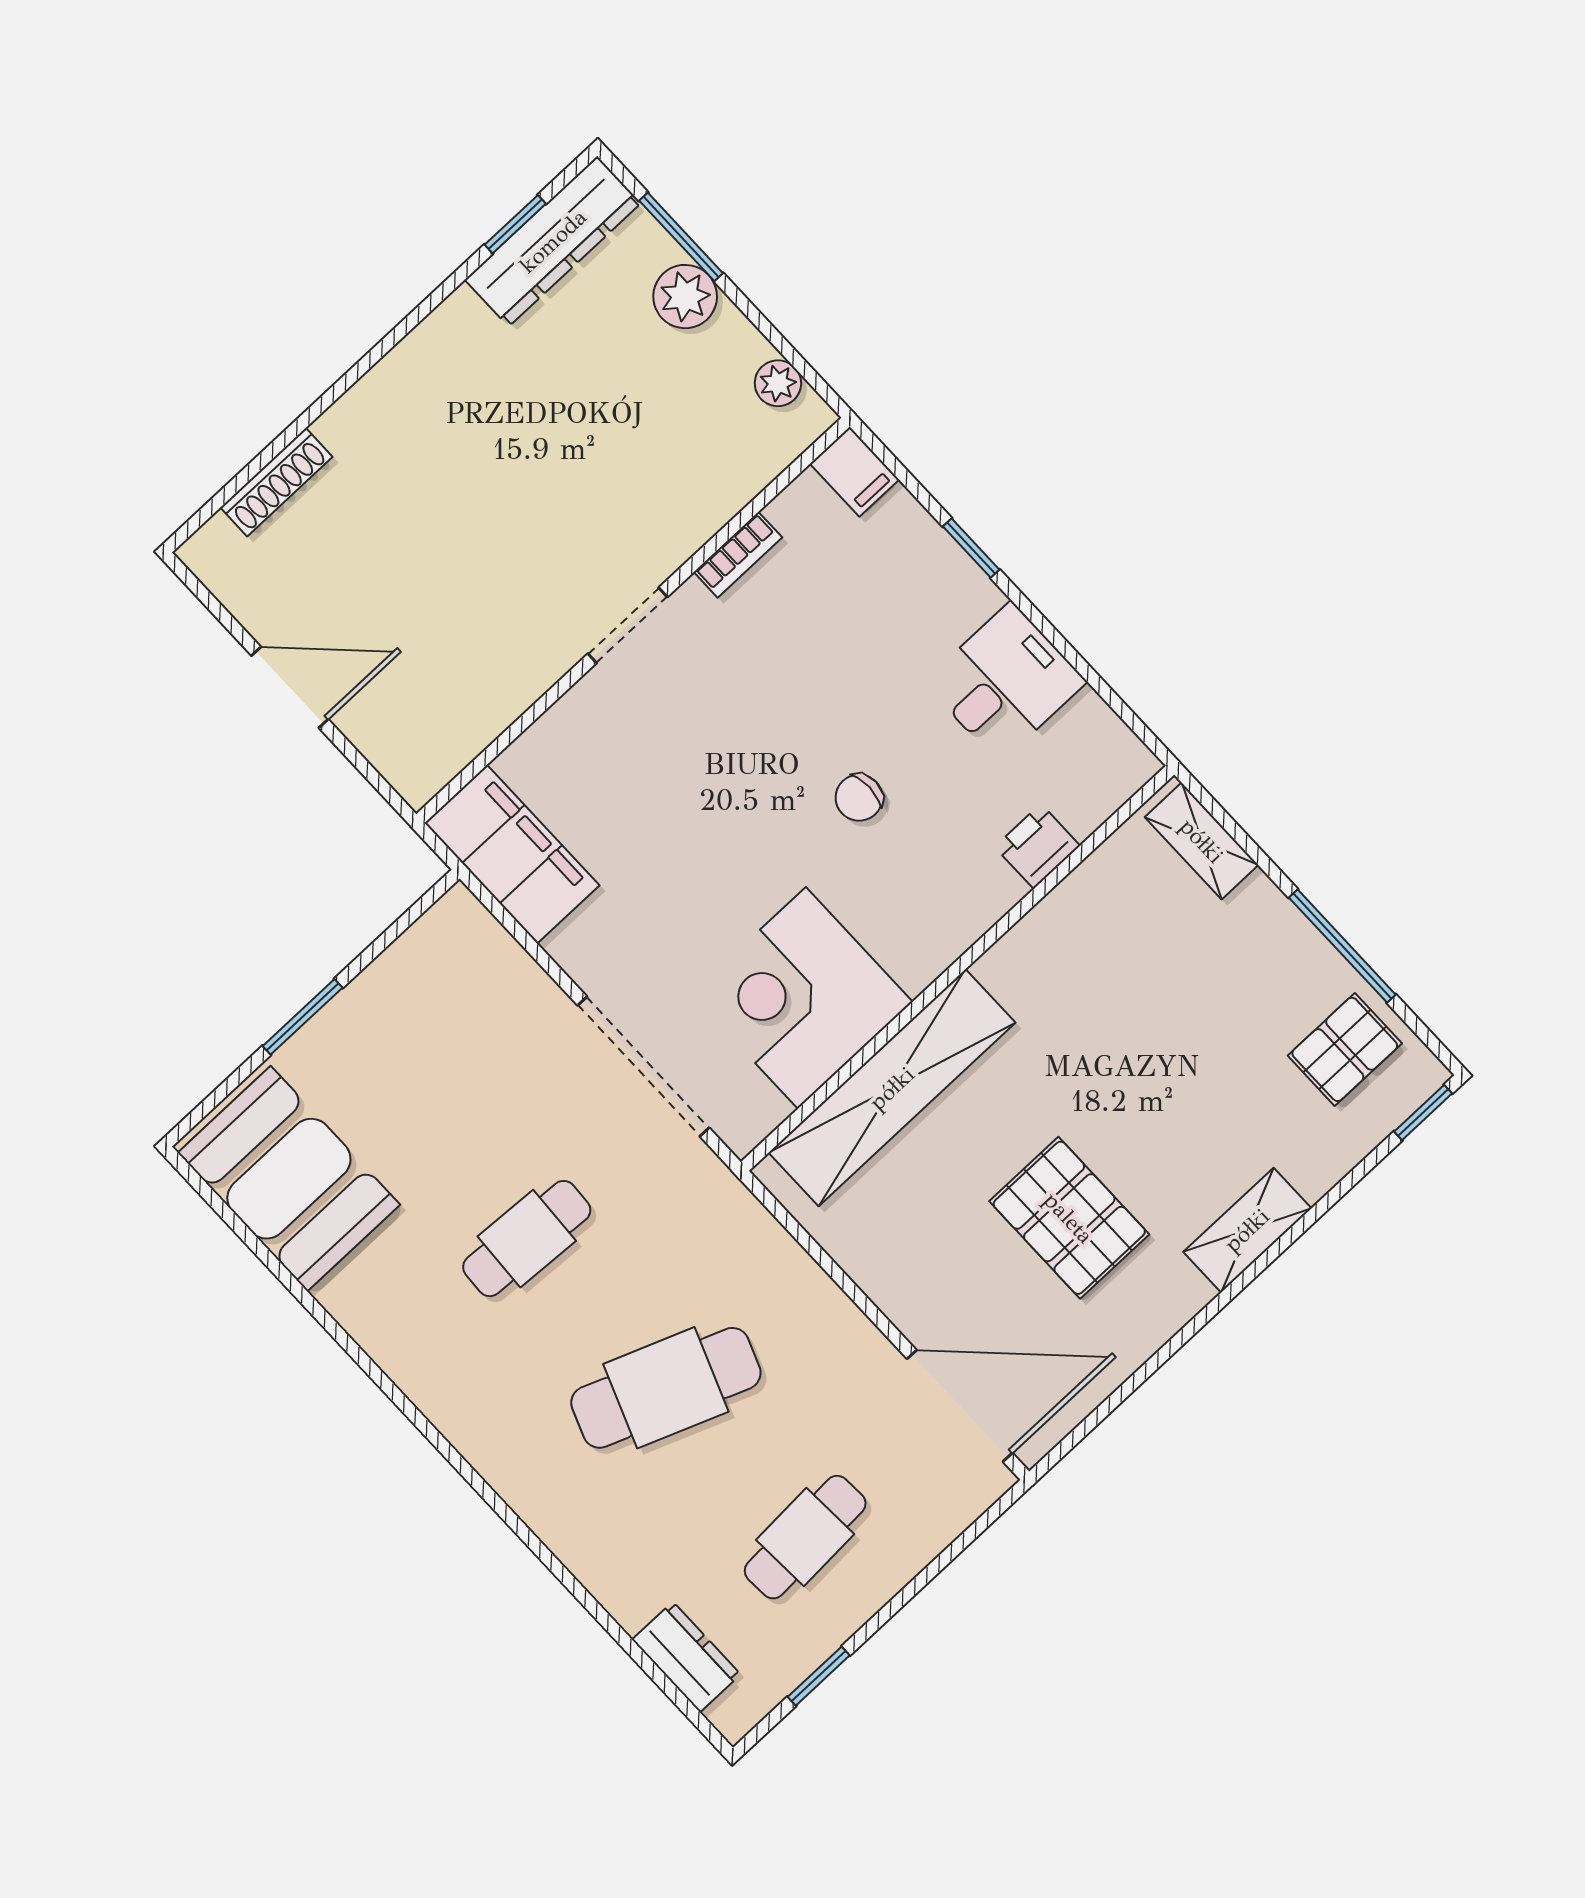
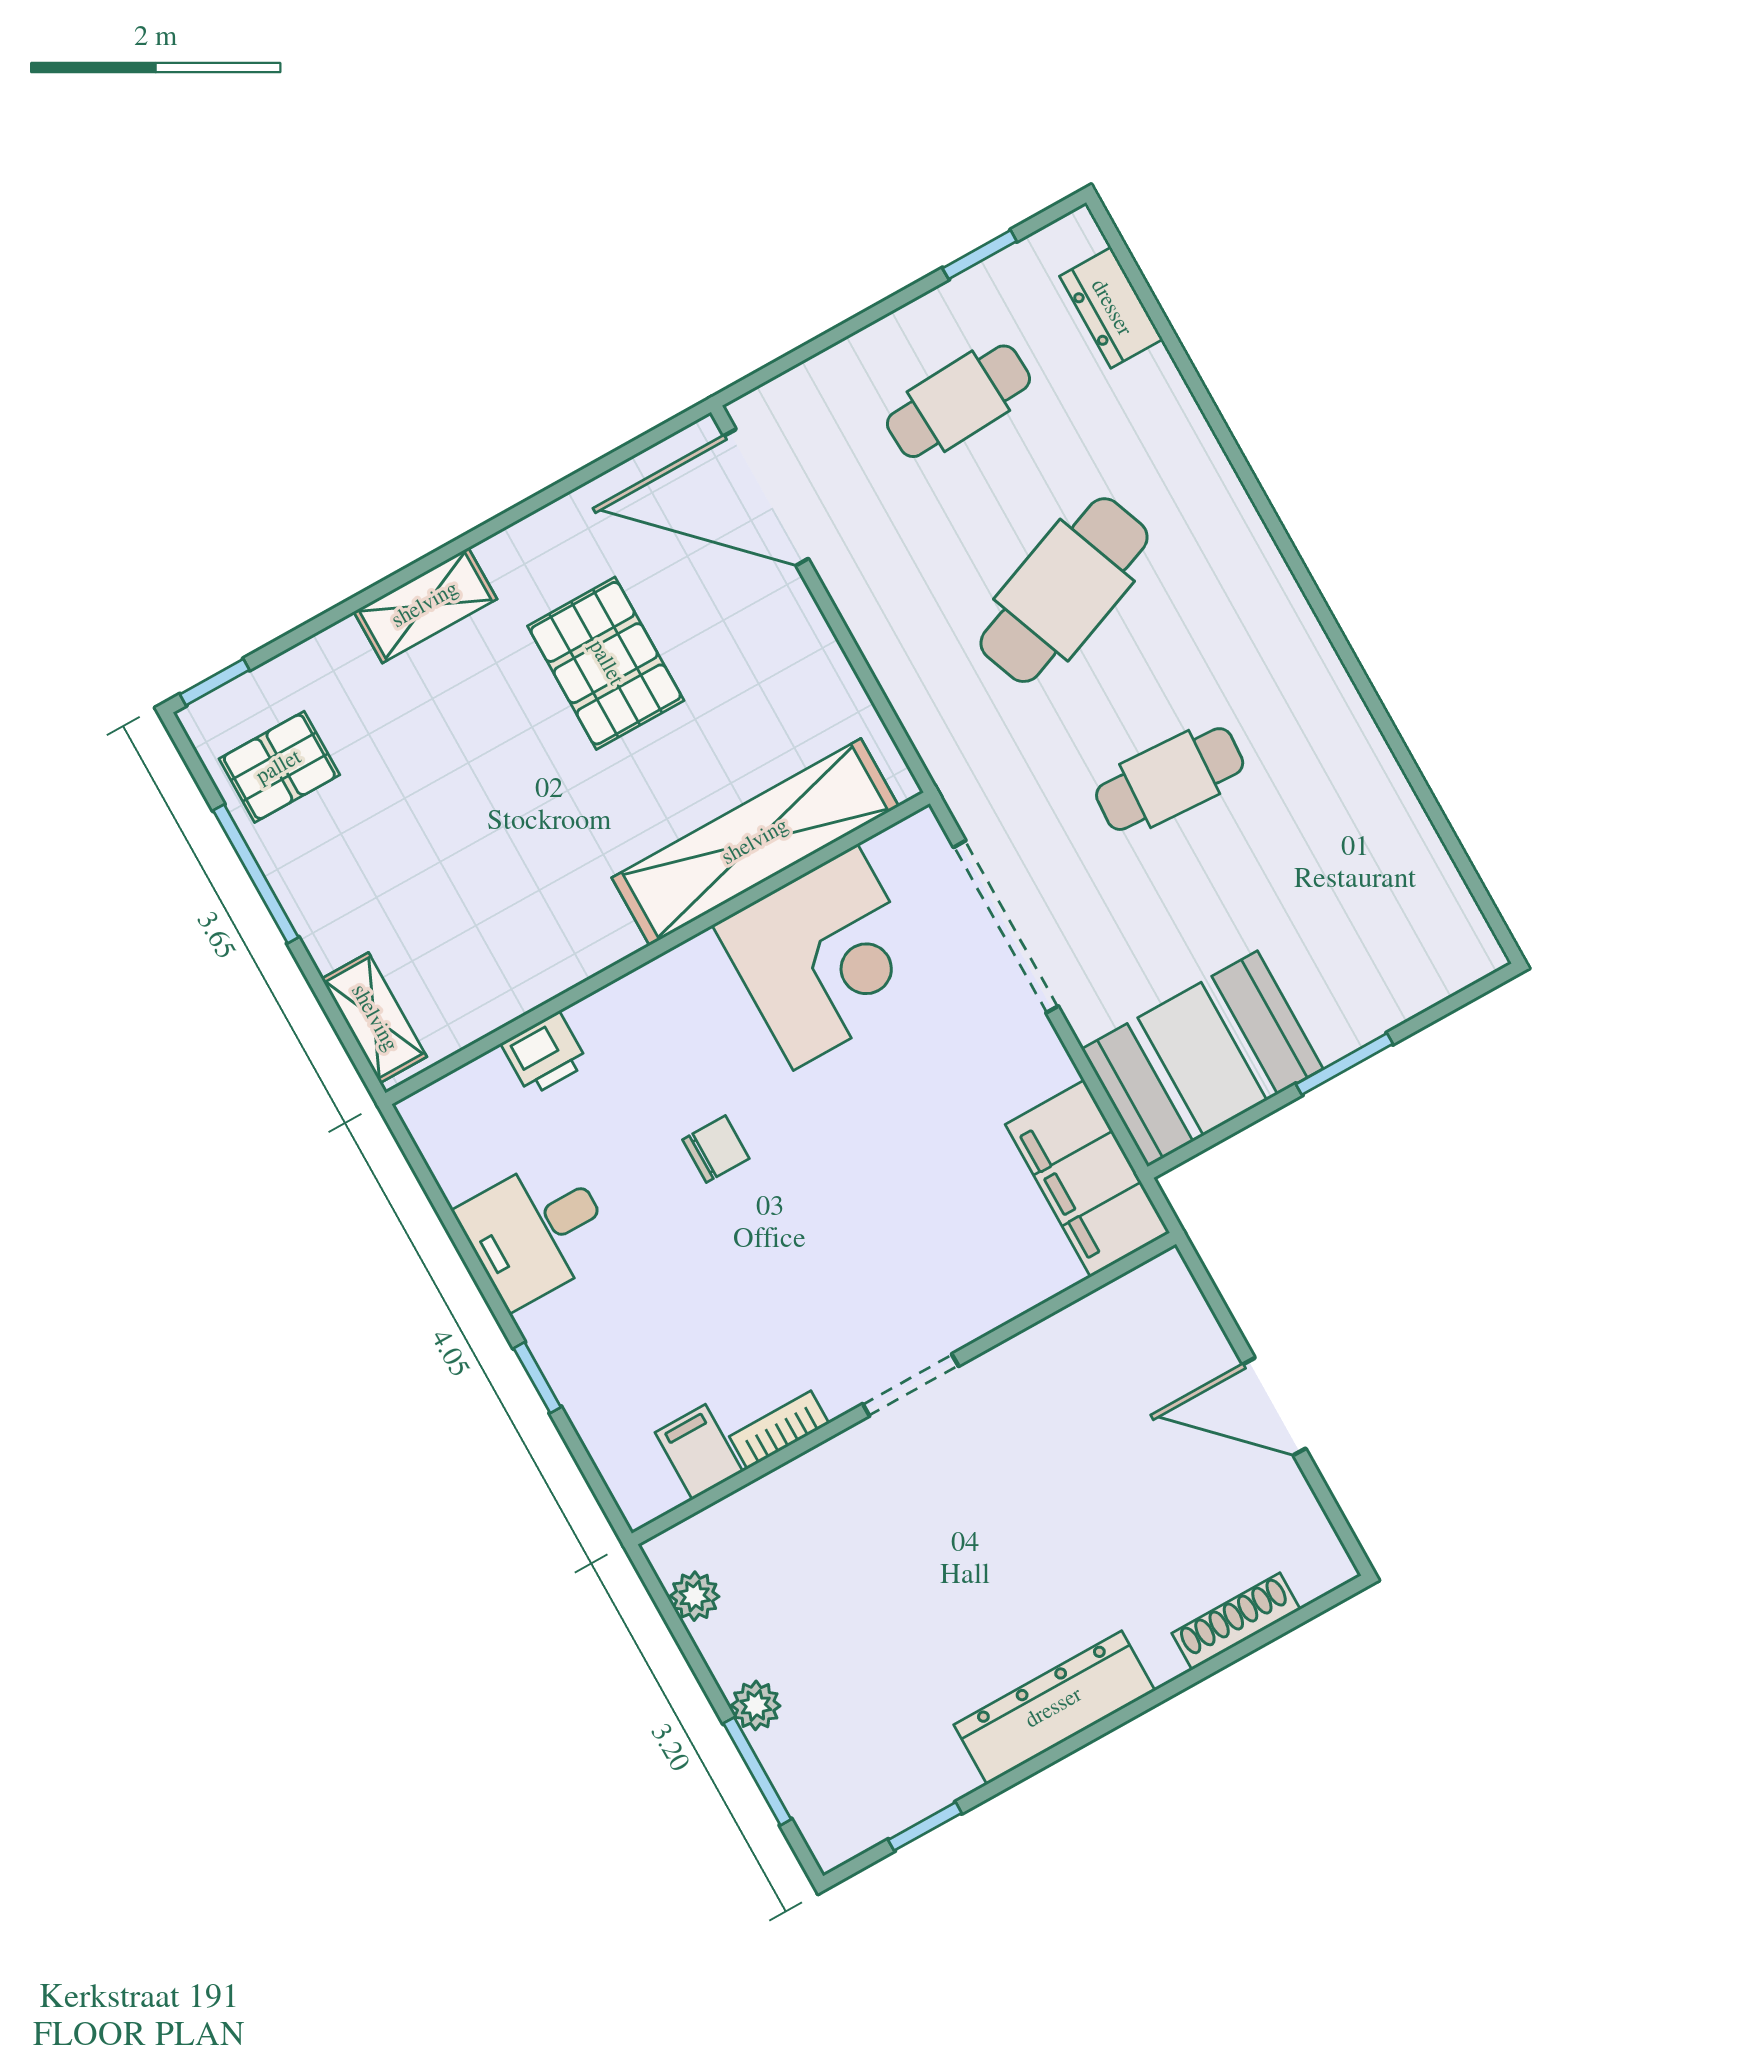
dresser: (553, 241) -> (1054, 1708), moved
plant: (685, 297) -> (756, 1705), width x0.73, depth x0.73
filing cabinet: (854, 472) -> (699, 1452), moved
booth: (289, 1179) -> (1202, 1059), moved, turned 90
cafe table: (666, 1388) -> (1064, 590), turned -42

